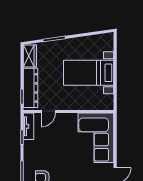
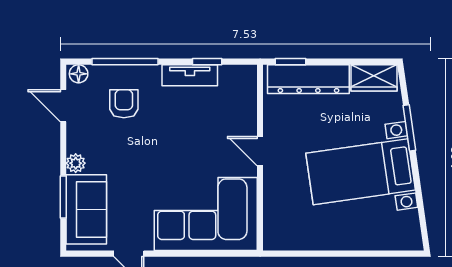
bed with nightstands: (89, 73) -> (361, 172), moved, turned -98
door: (48, 111) -> (260, 151), moved
tv unit: (29, 126) -> (190, 75), moved

